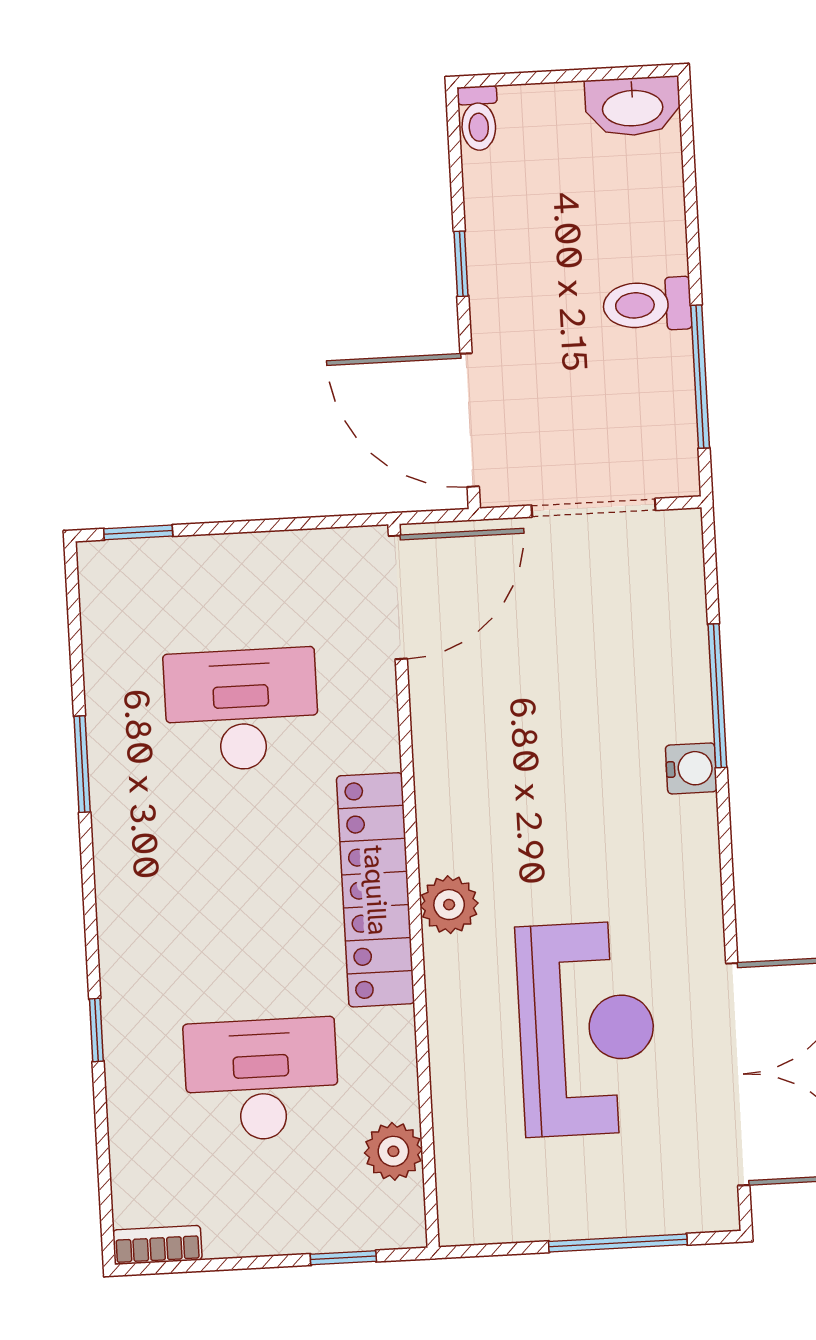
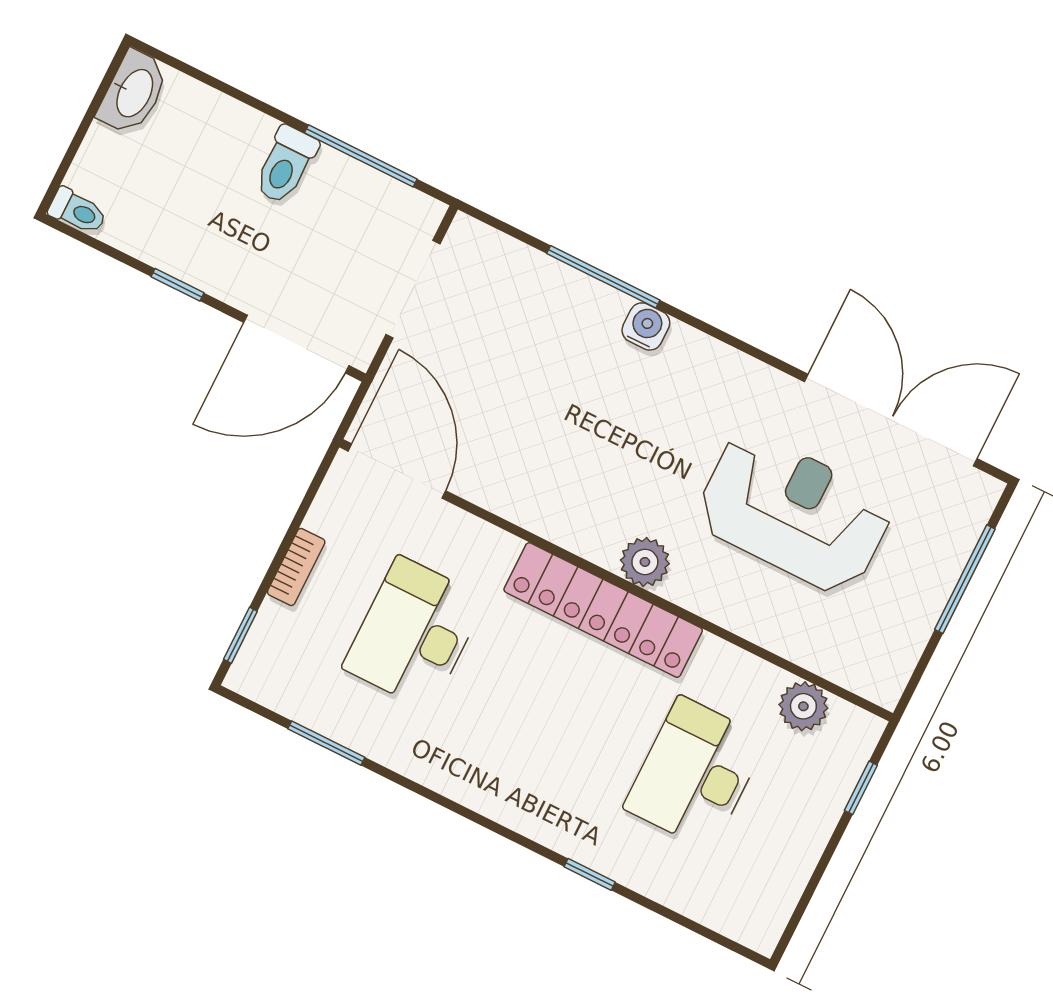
window: (82, 764) -> (326, 743), moved
bookcase: (157, 1245) -> (296, 567), moved, turned 180

